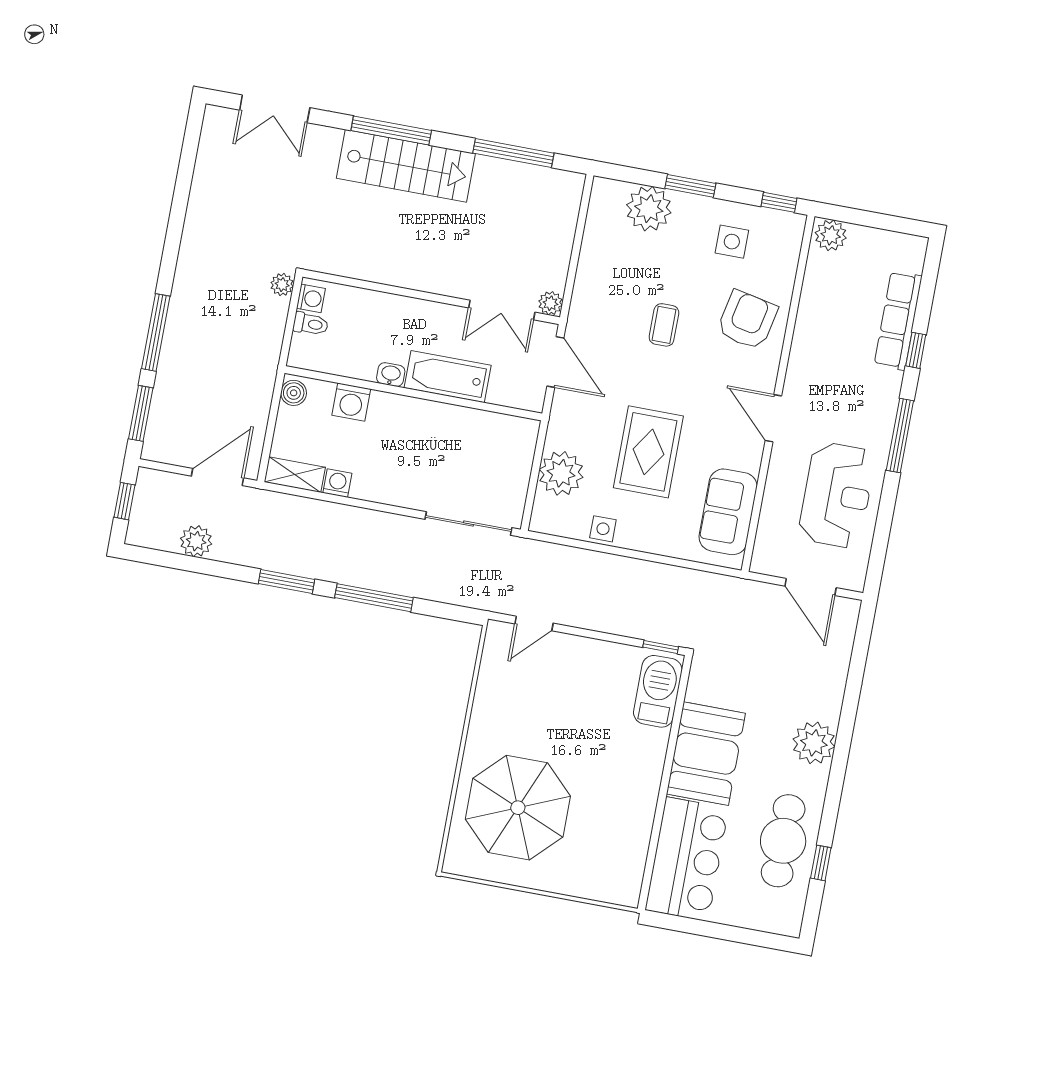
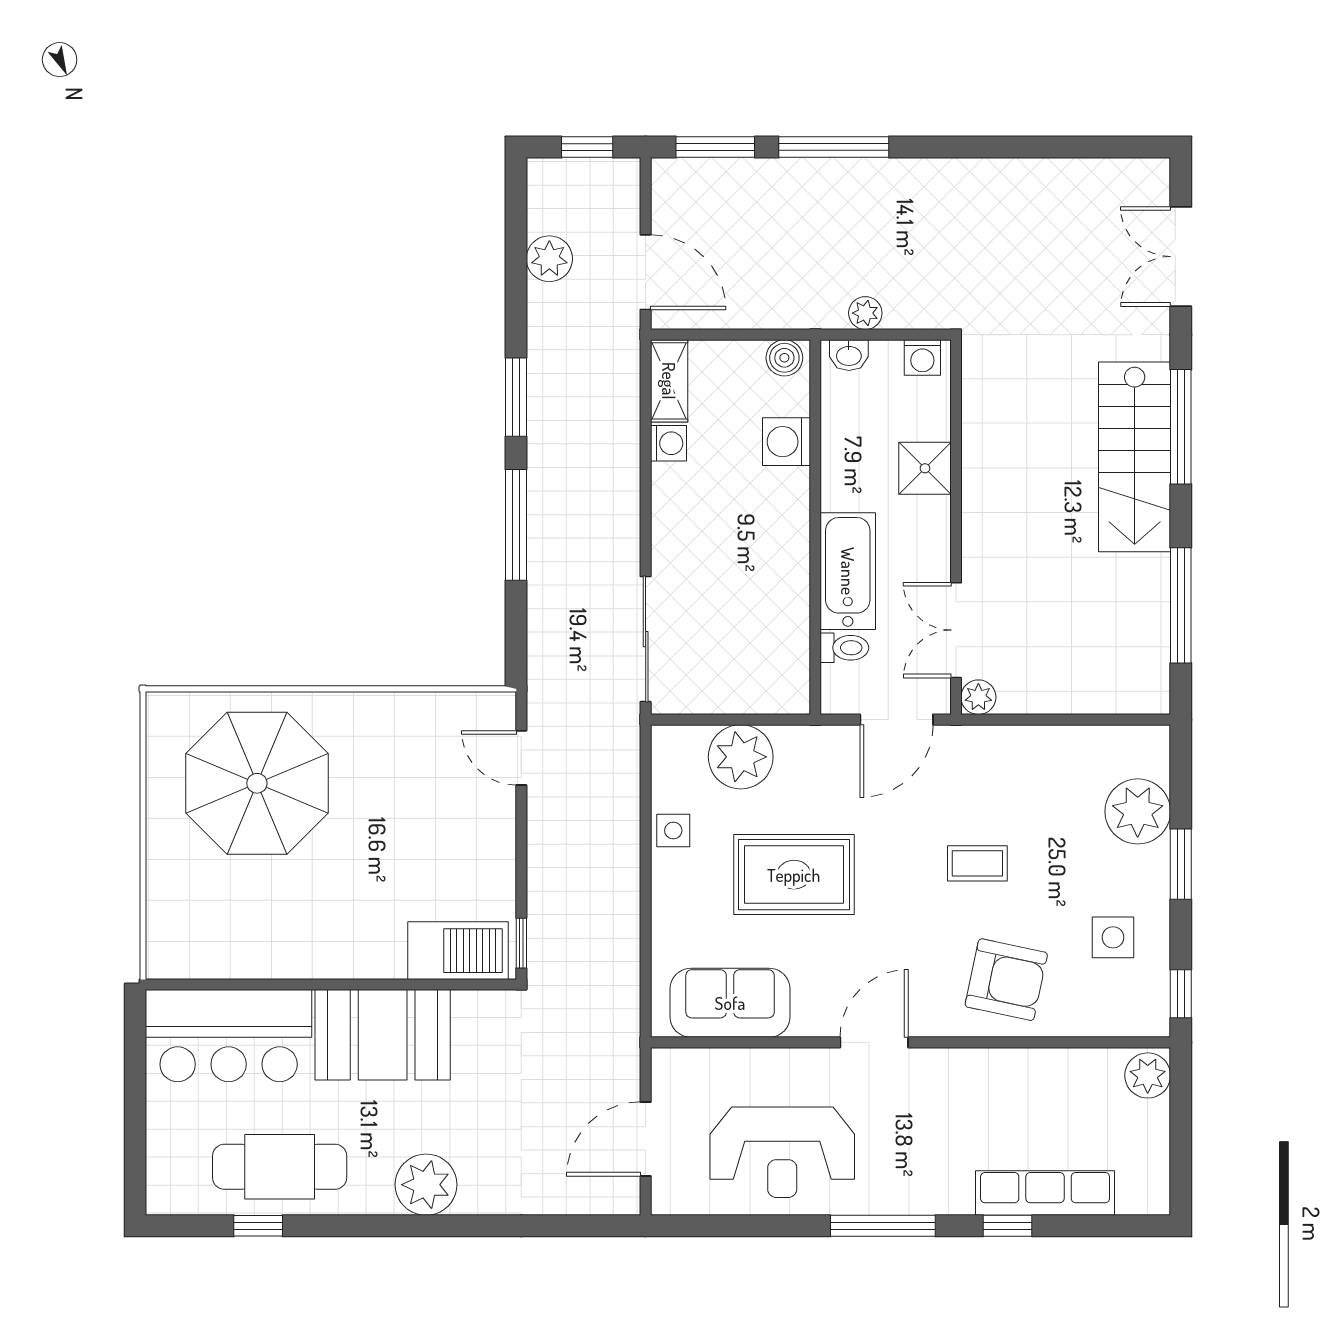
plant: (282, 285) -> (865, 313), moved
shower: (387, 311) -> (925, 468), added
toilet: (311, 324) -> (844, 648), moved, turned -90
washbasin: (391, 375) -> (849, 355), moved, turned 90

